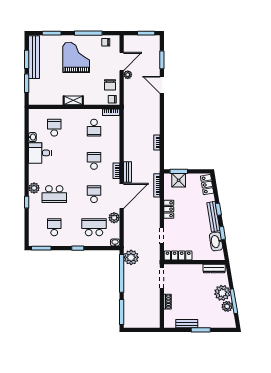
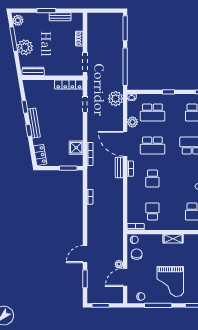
door: (162, 85) -> (85, 254), swing flipped
shower: (179, 180) -> (76, 148), moved
school desk: (94, 194) -> (152, 145), width x1.85
door: (122, 196) -> (125, 144), hinge flipped
locker: (169, 209) -> (78, 130), removed
washbasin: (216, 241) -> (31, 98), removed
plant: (131, 257) -> (116, 99), moved
plant: (227, 306) -> (18, 20), moved

